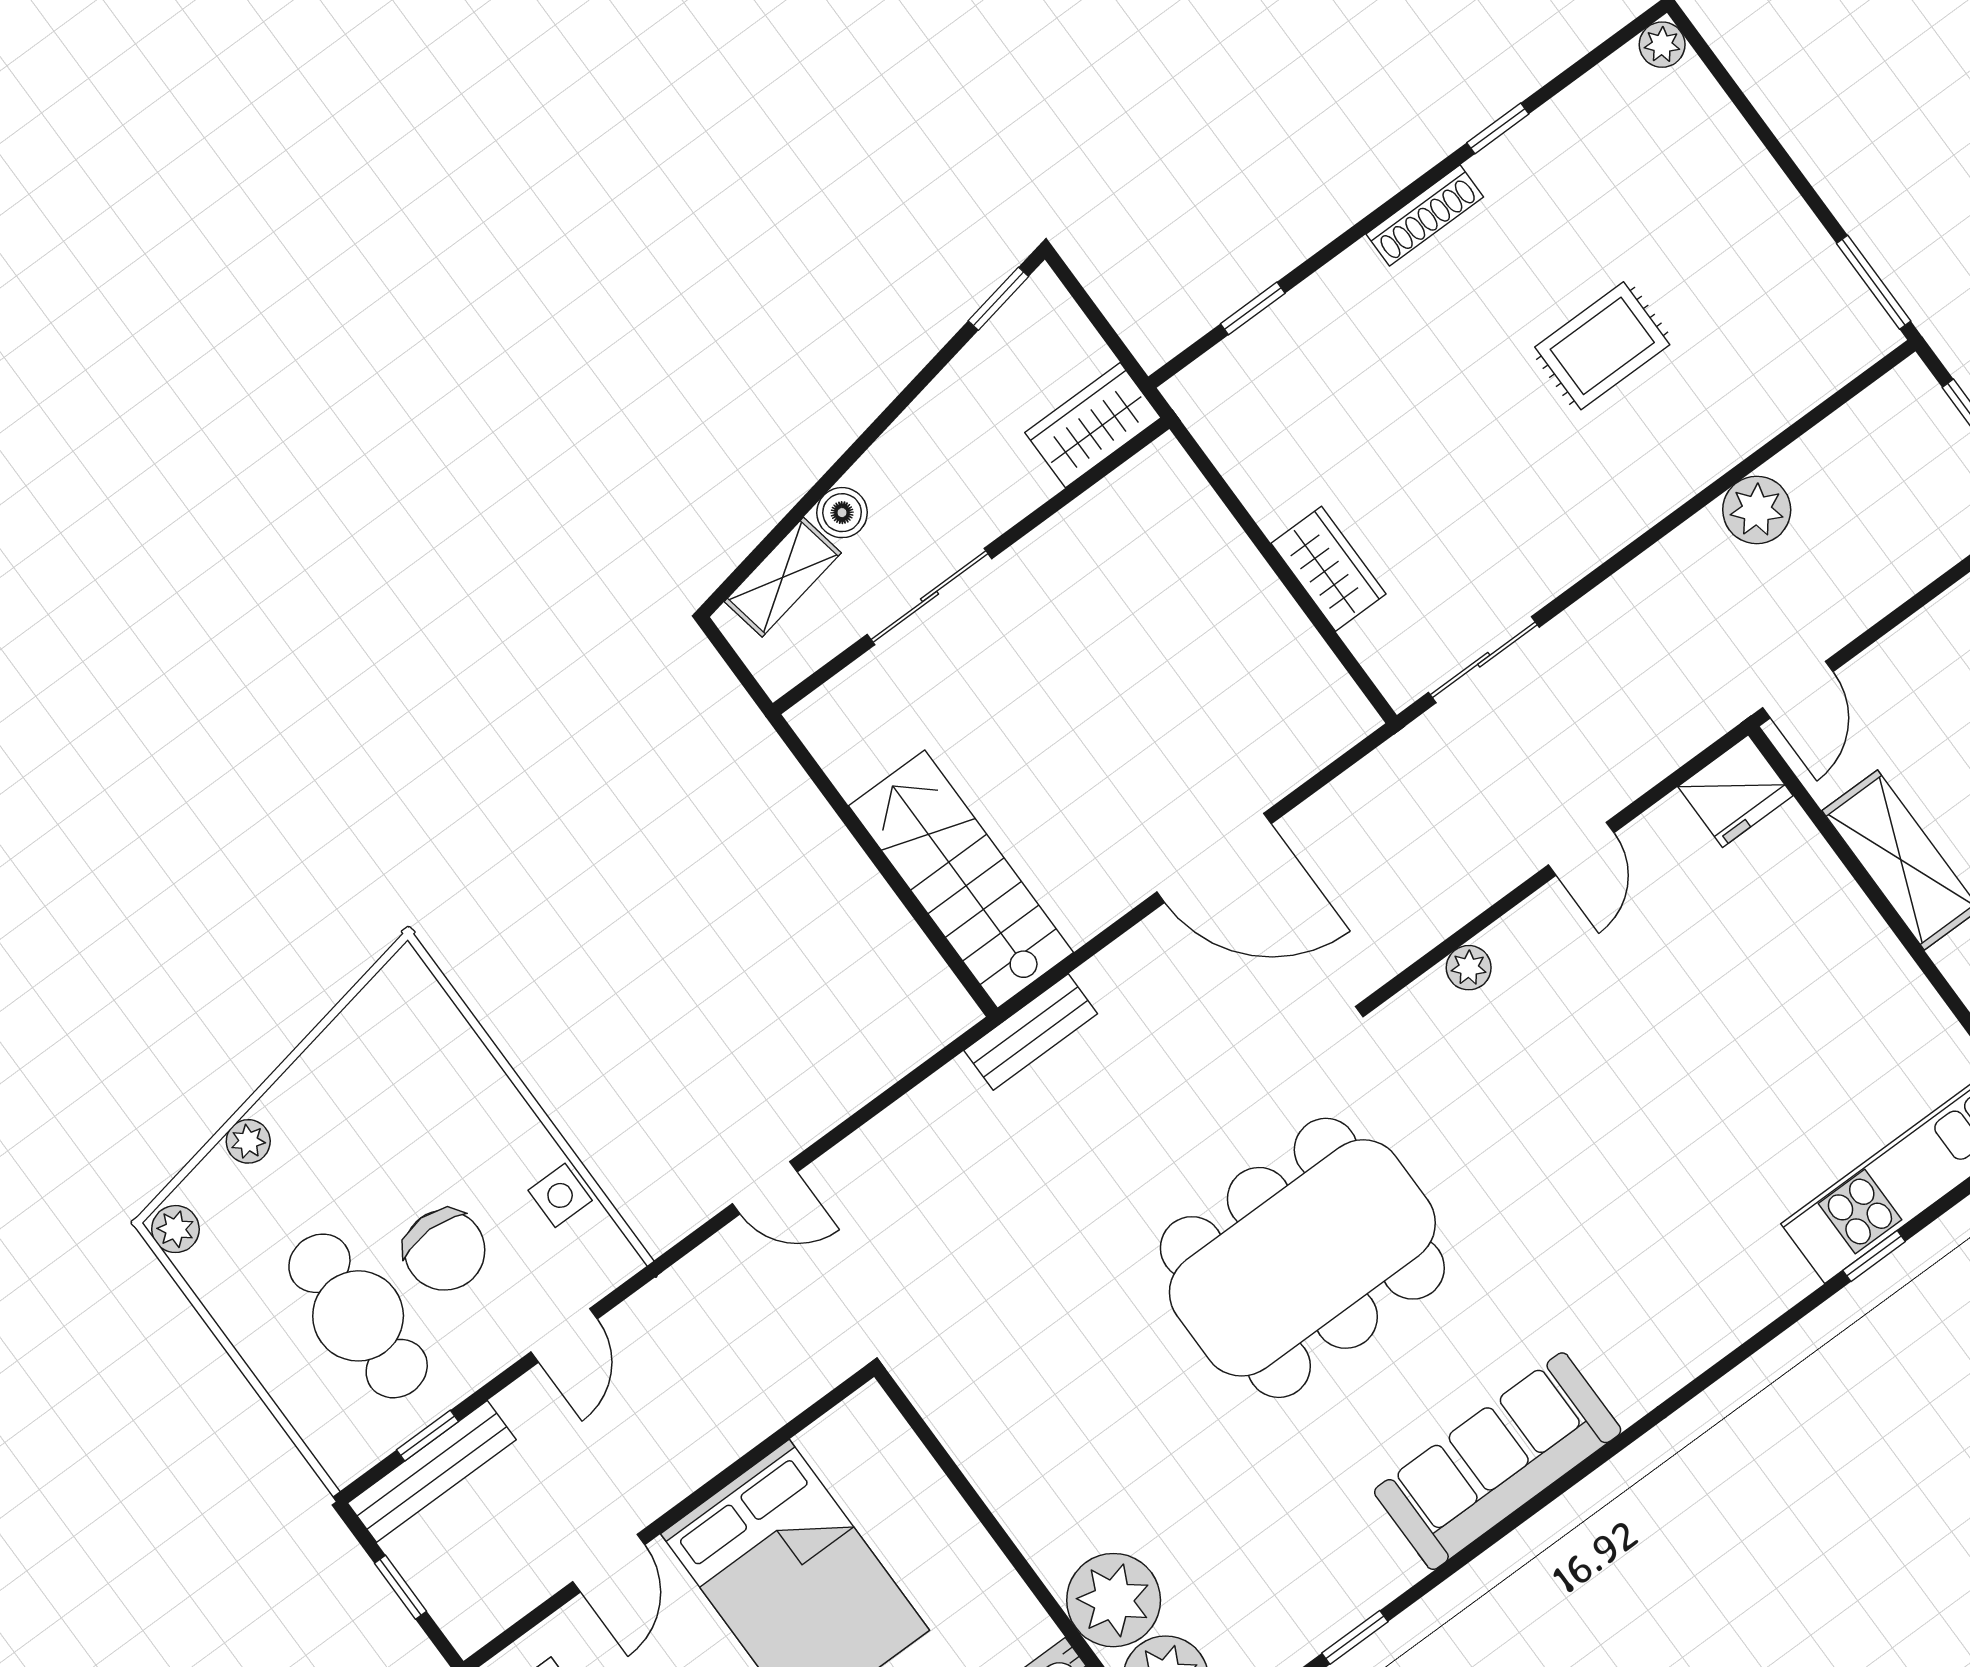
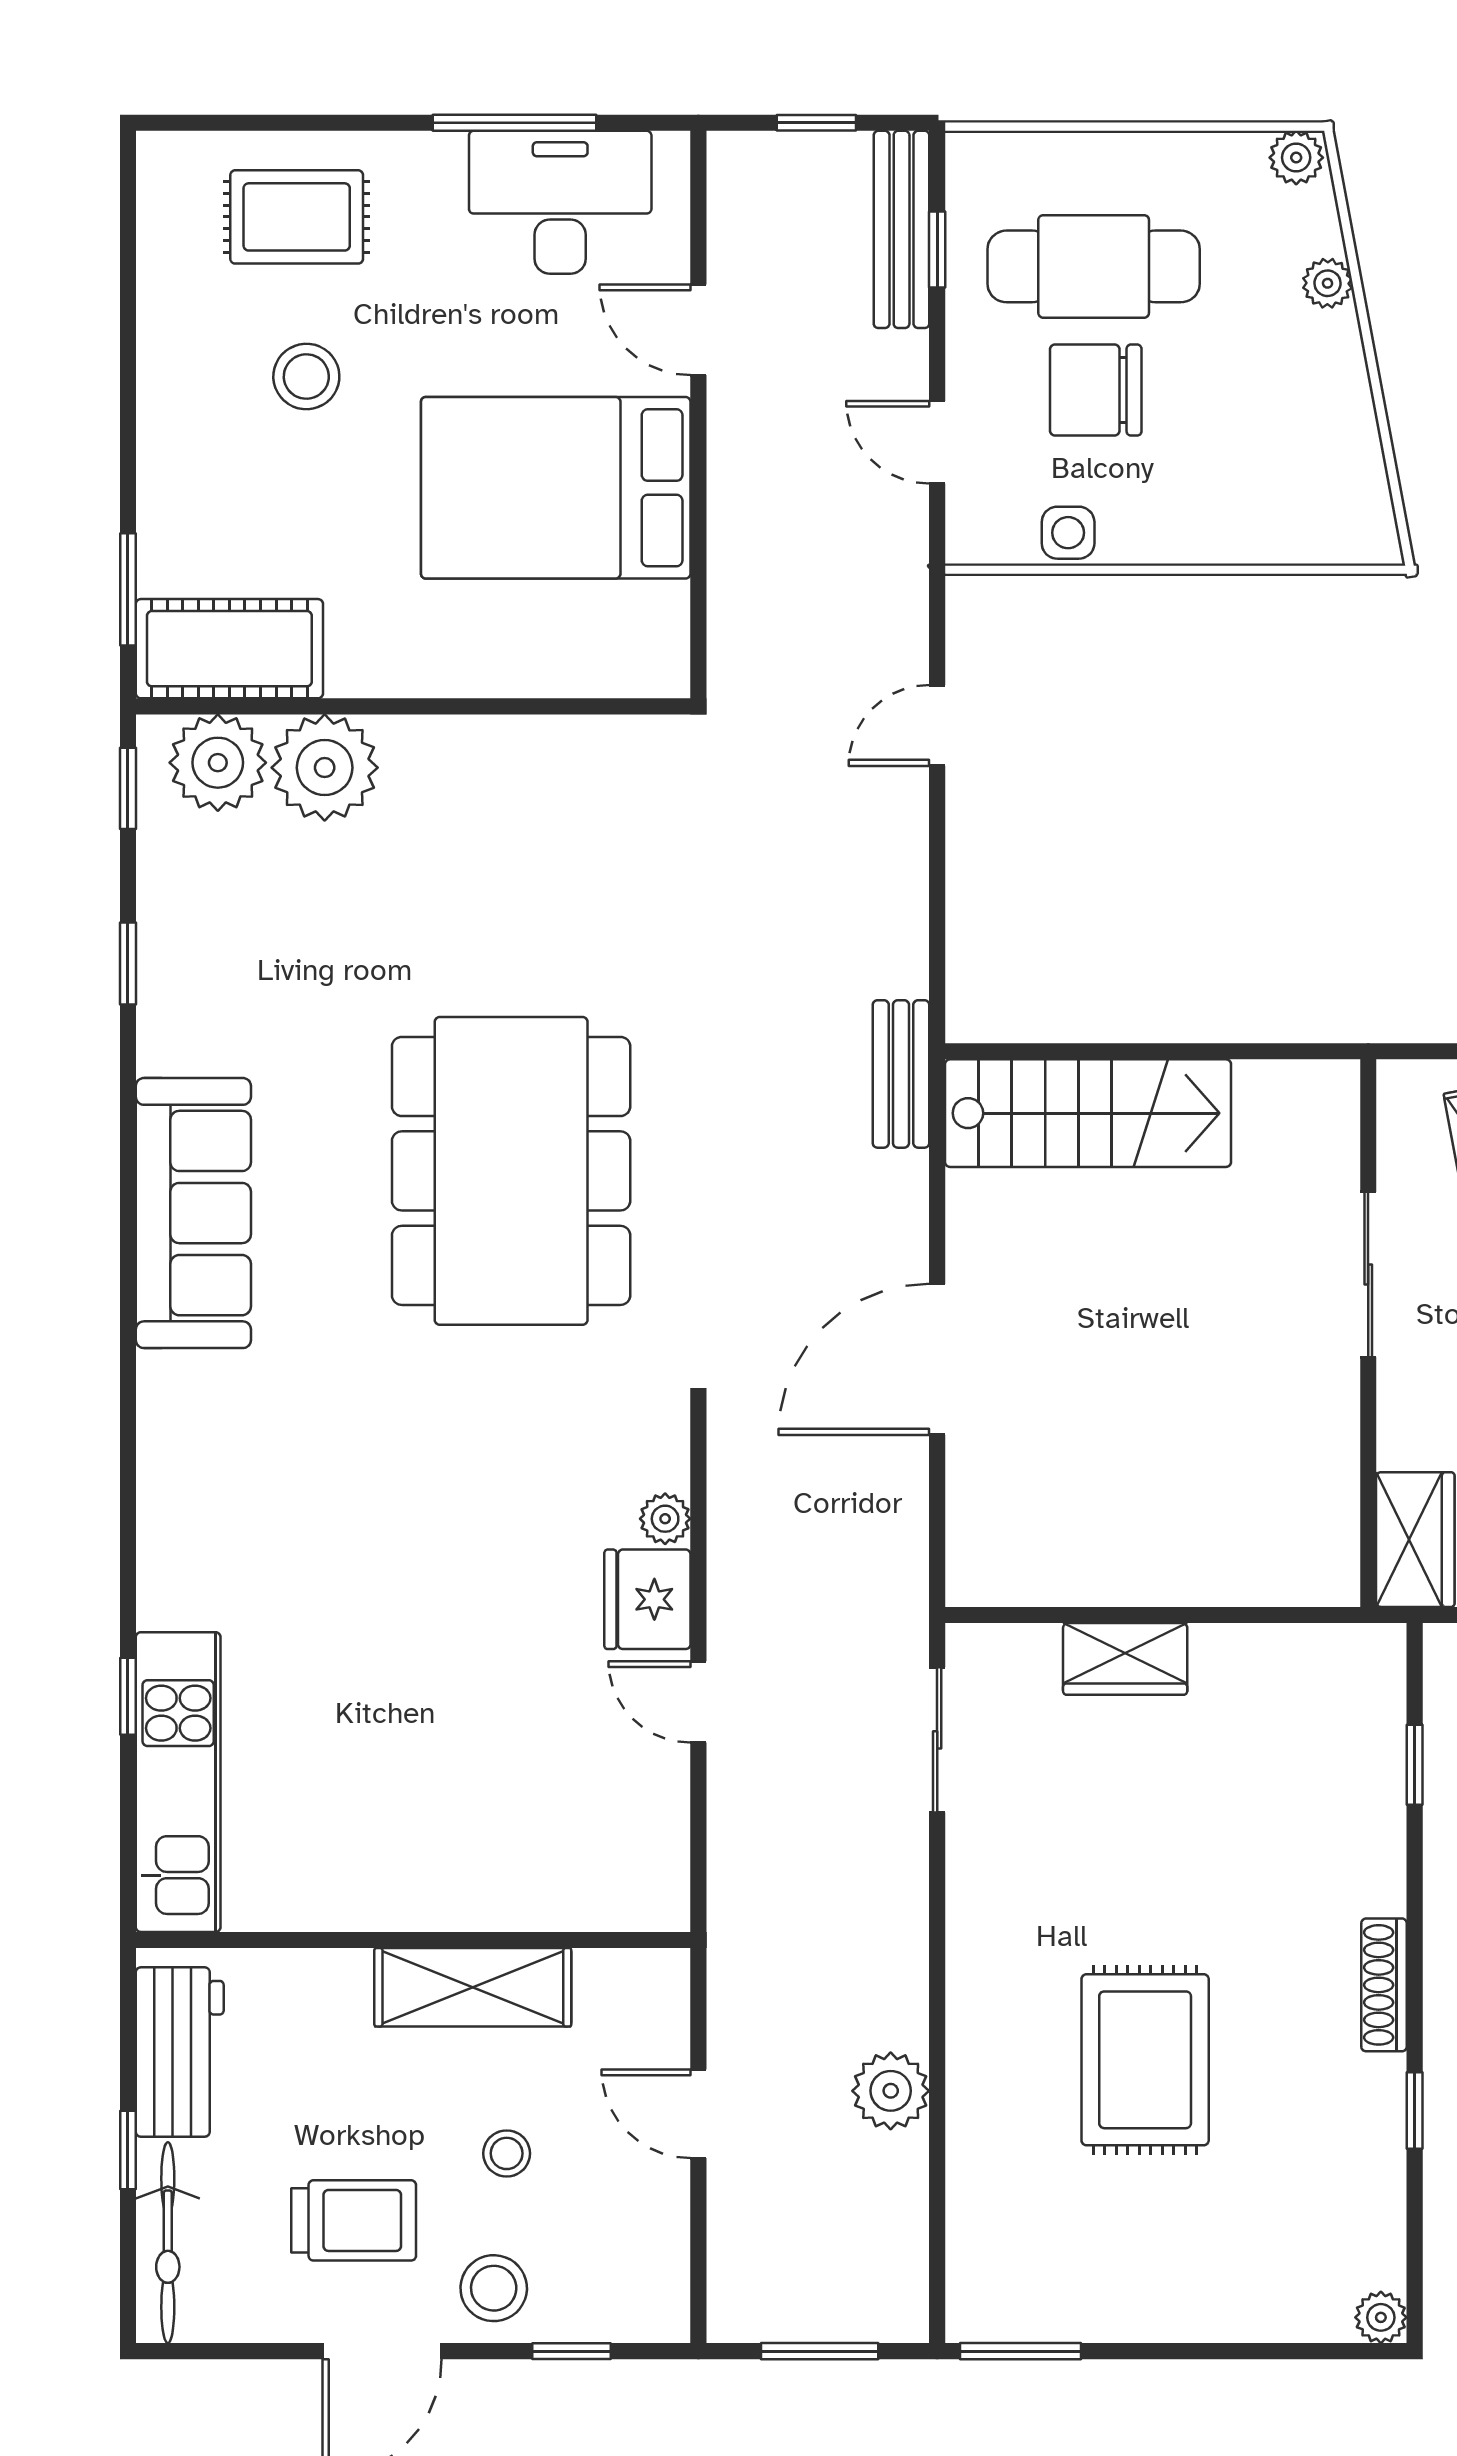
rug: (1602, 346) -> (1145, 2060), width x1.36, depth x1.43
door: (1798, 690) -> (698, 2114), moved
fridge: (1735, 791) -> (647, 1599), moved

